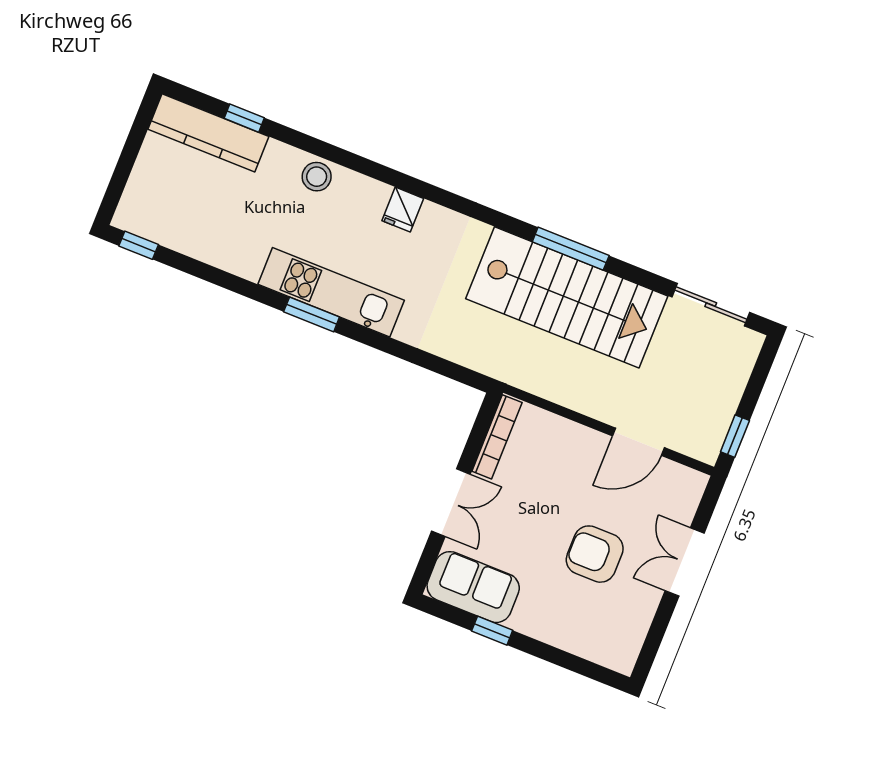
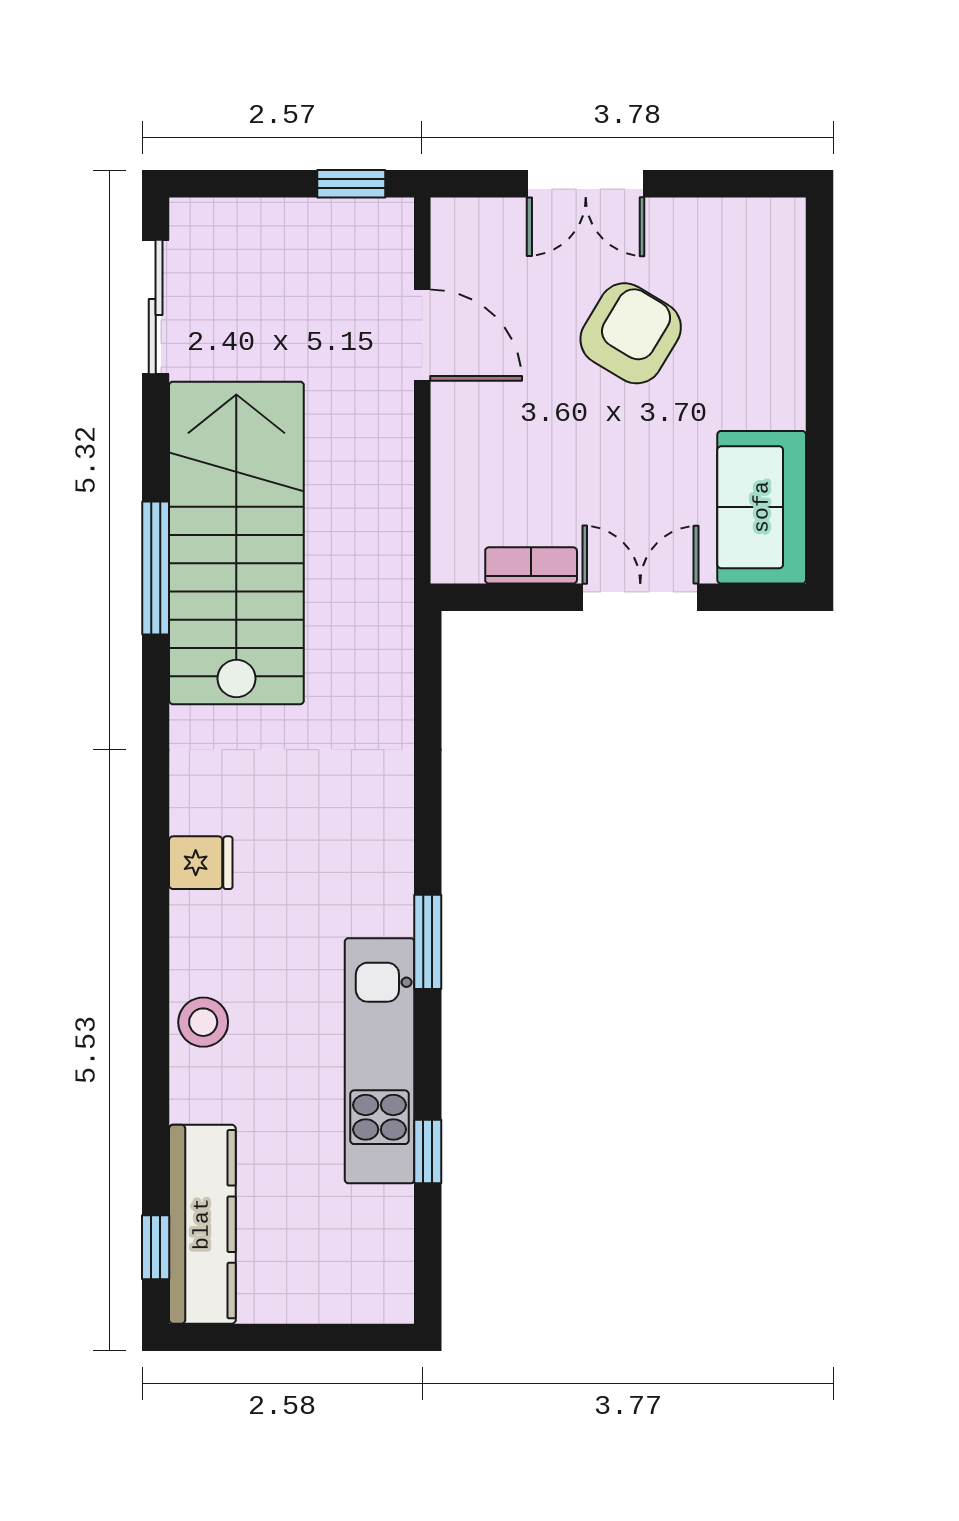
window: (244, 118) -> (156, 1247), moved
window: (139, 245) -> (428, 1152), moved
kitchen unit: (331, 292) -> (380, 1061), moved
bookcase: (497, 437) -> (531, 565), width x0.64
armchair: (595, 554) -> (631, 333), turned -149
window: (492, 631) -> (820, 449), removed

